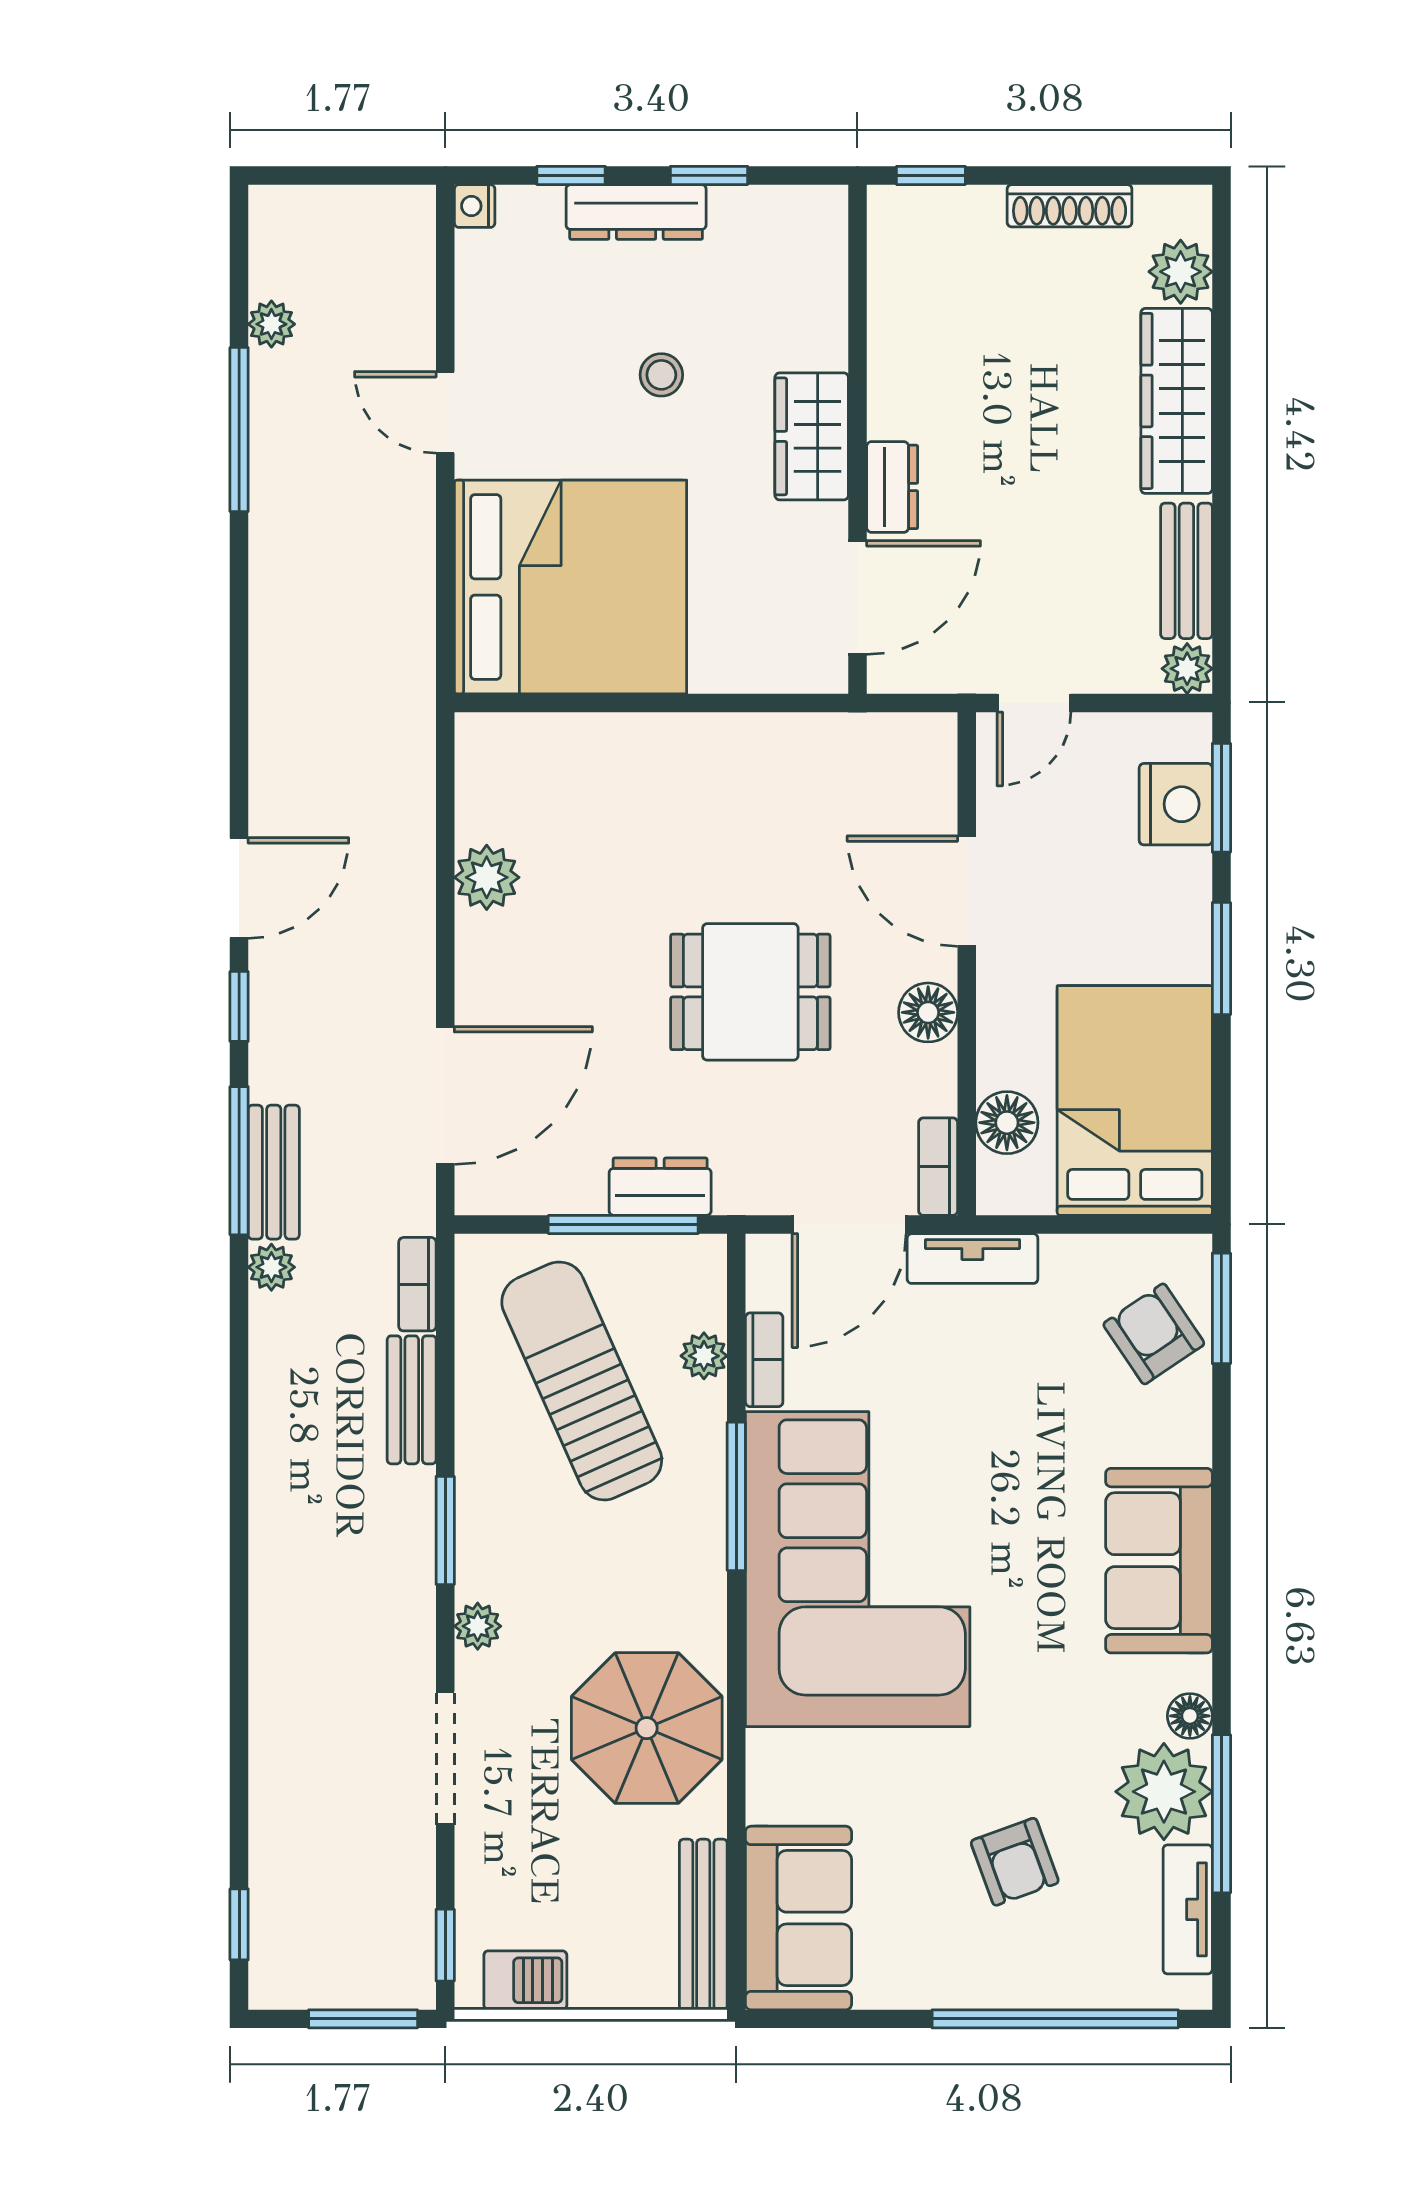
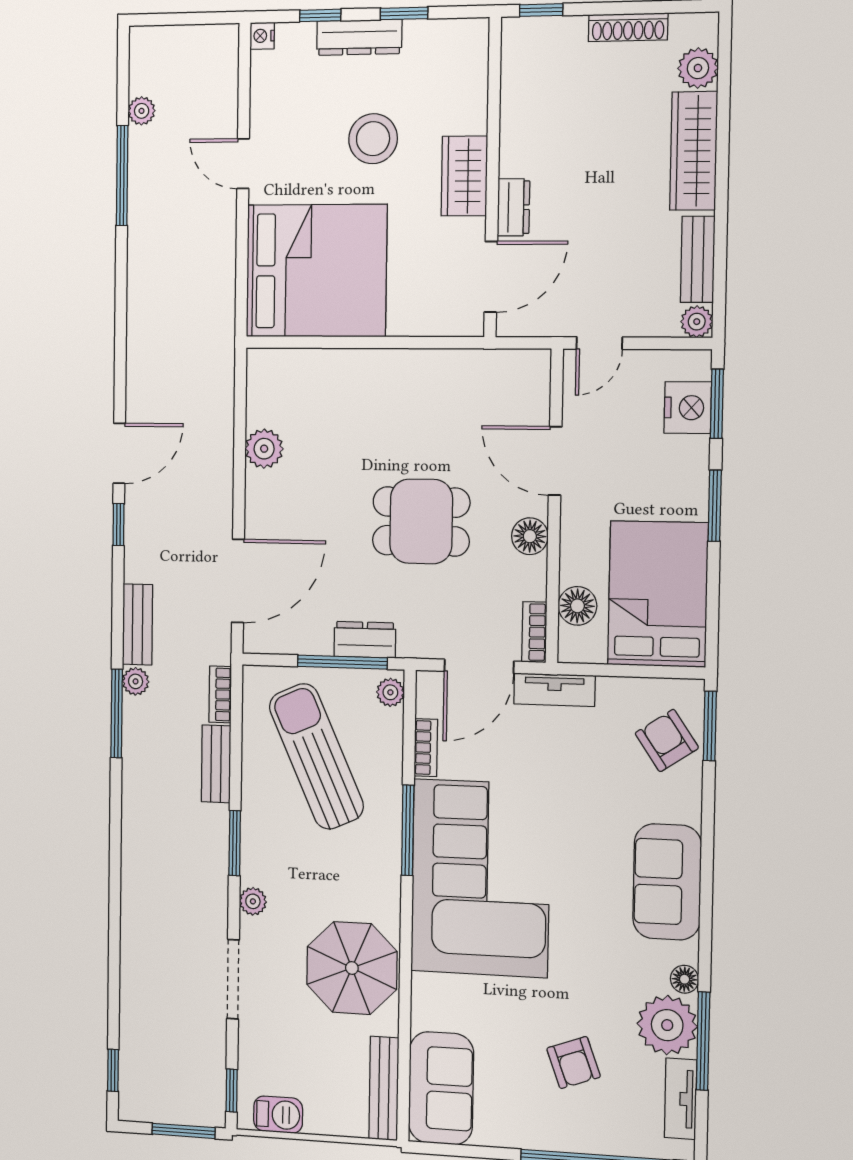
stool: (661, 375) -> (373, 139), width x1.89, depth x1.89
window: (239, 1161) -> (117, 713), moved
plant: (704, 1356) -> (390, 692), moved

